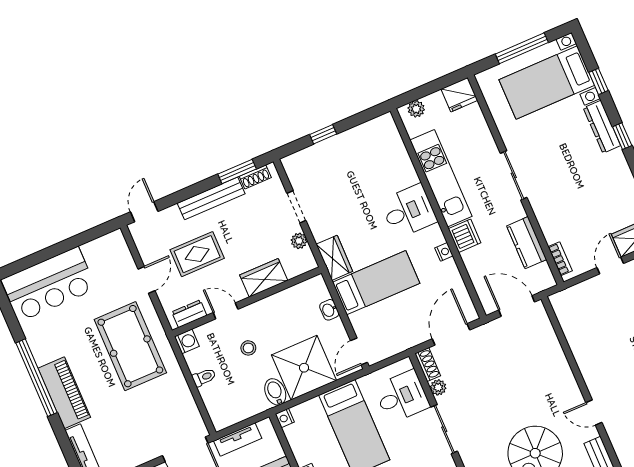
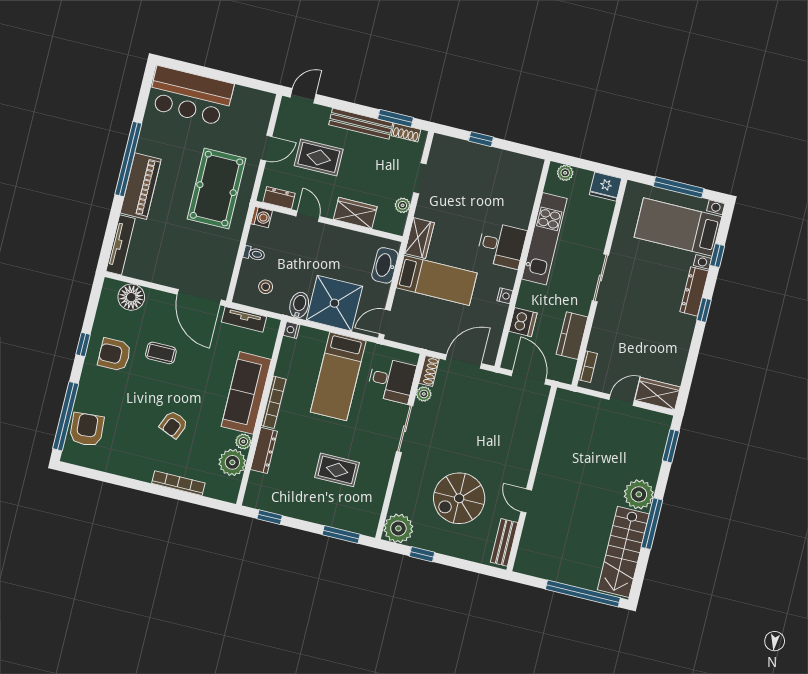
dishwasher: (465, 236) -> (523, 322), moved
washbasin: (329, 310) -> (385, 265), width x1.91, depth x1.45
stool: (248, 348) -> (266, 287), moved

